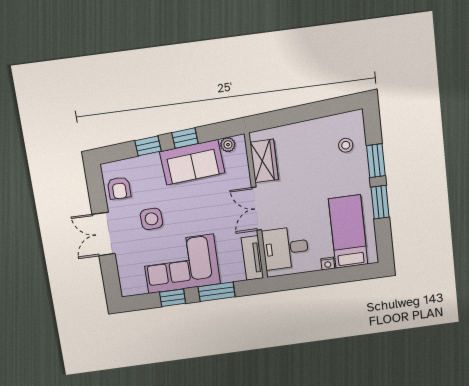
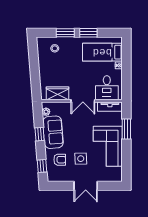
window: (148, 146) -> (42, 166), moved
armchair: (119, 188) -> (60, 160), moved
window: (173, 298) -> (126, 154), removed

